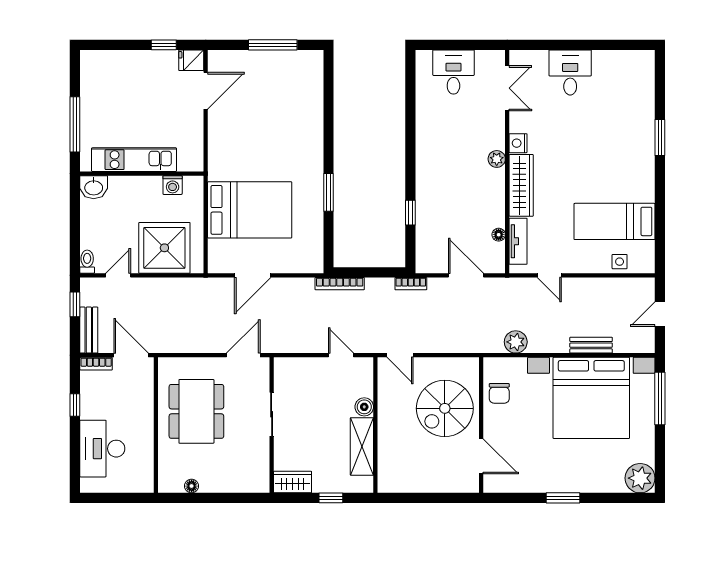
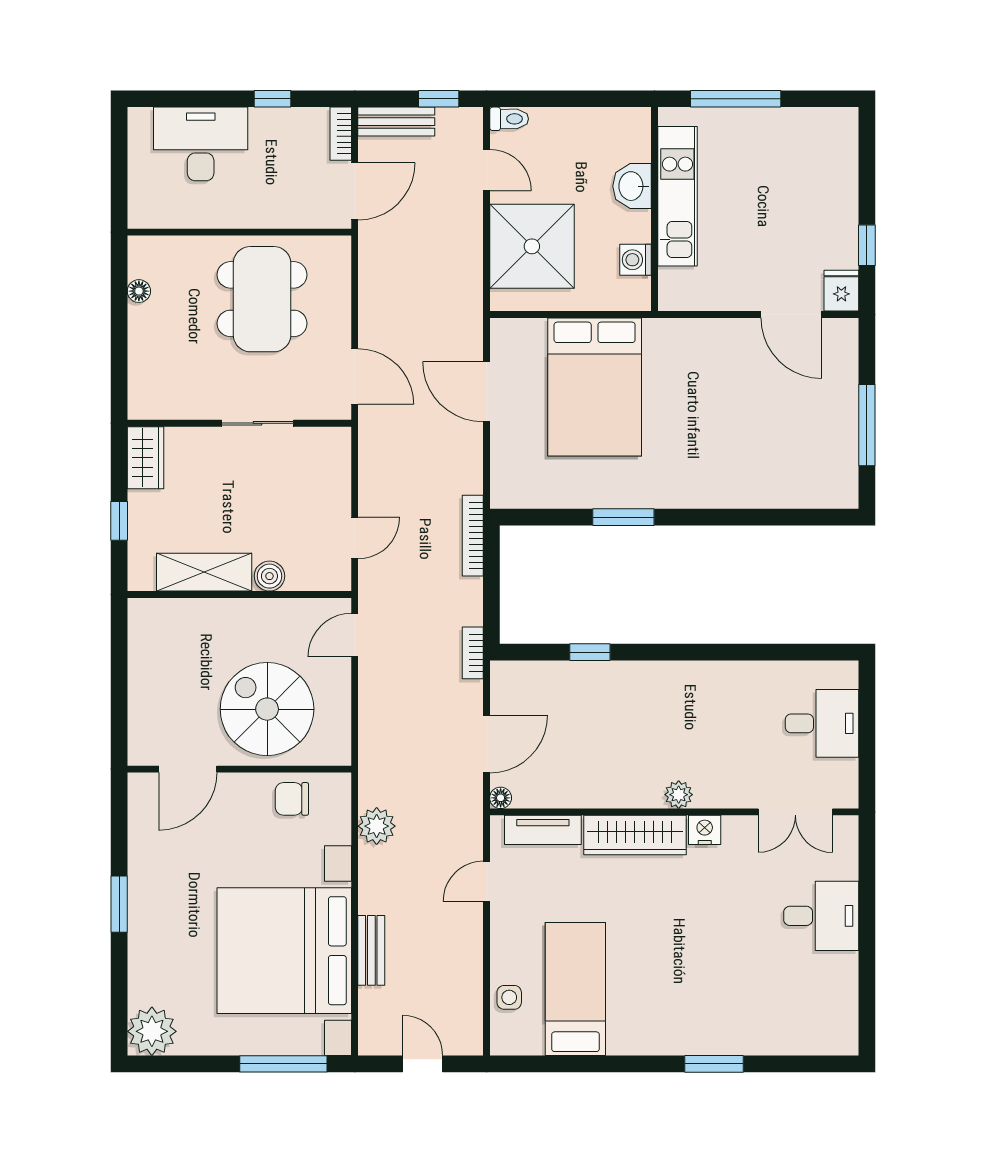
washbasin: (94, 187) -> (632, 186), moved
floor lamp: (499, 235) -> (501, 798), moved
dining table: (196, 411) -> (262, 299), turned 90

